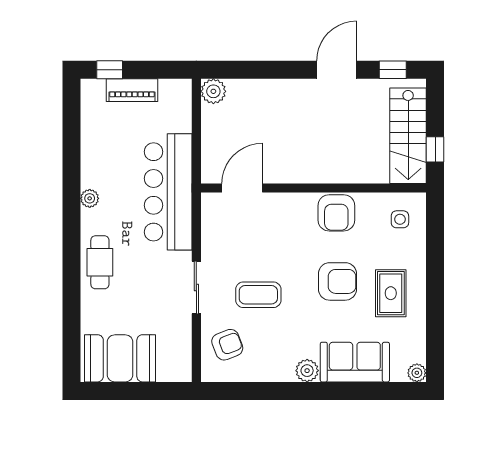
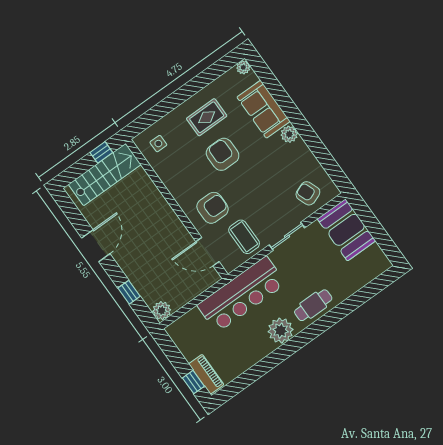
door: (337, 70) -> (96, 246), swing flipped
window: (393, 70) -> (129, 292), moved
piano: (132, 90) -> (206, 374), moved
plant: (90, 198) -> (281, 331), width x1.87, depth x1.87
armchair: (336, 213) -> (213, 208), moved
coffee table: (258, 295) -> (244, 237), moved
booth: (120, 358) -> (347, 230), moved

